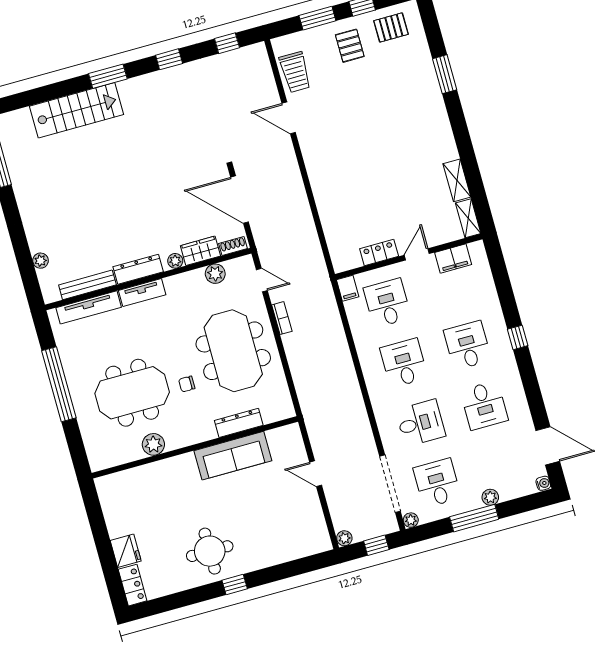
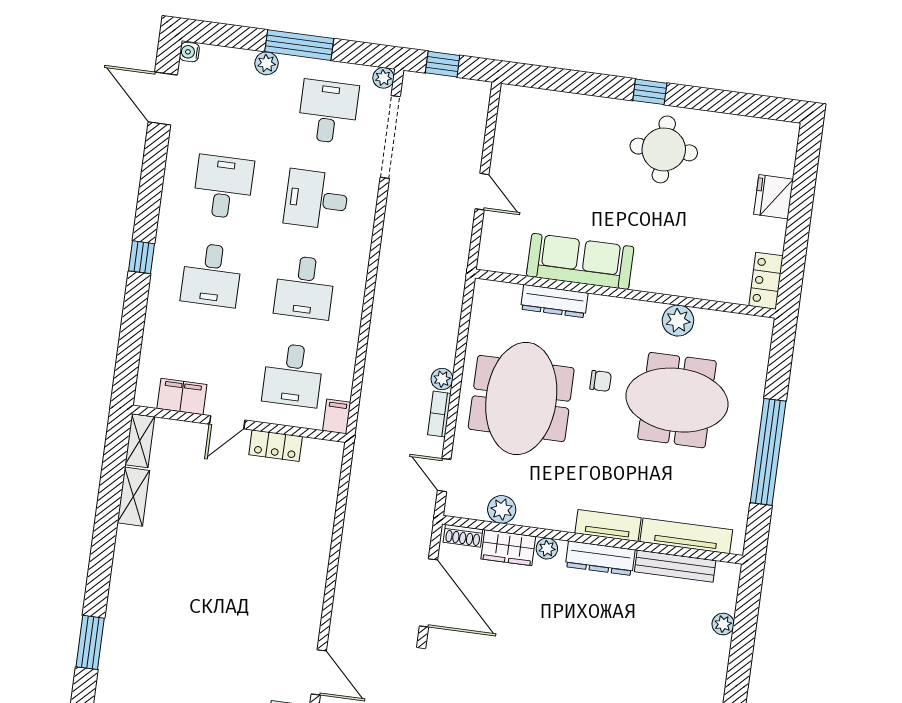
desk: (437, 483) -> (328, 112), turned 180
plant: (344, 538) -> (442, 379), moved
locker: (133, 585) -> (766, 281), moved

